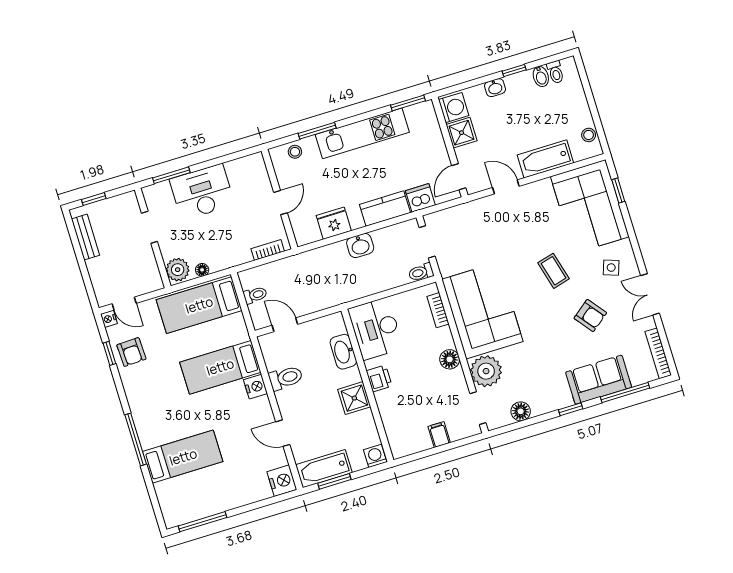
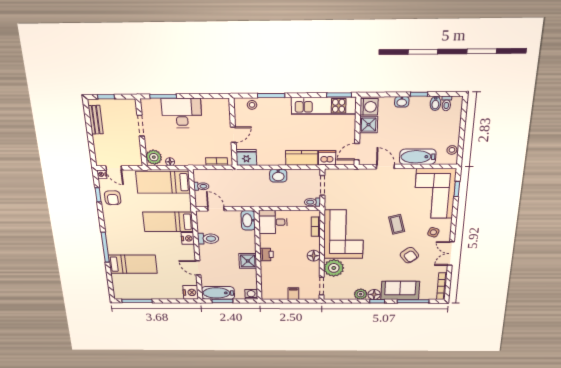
kitchen unit: (362, 133) -> (324, 106), moved
fridge: (334, 223) -> (246, 157), moved
desk: (376, 329) -> (273, 222), width x0.73
washbasin: (343, 352) -> (248, 220), moved
plant: (541, 404) -> (361, 294), added
floor lamp: (521, 411) -> (374, 295), moved

